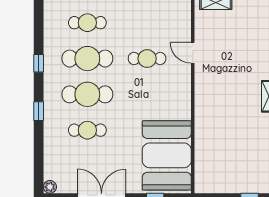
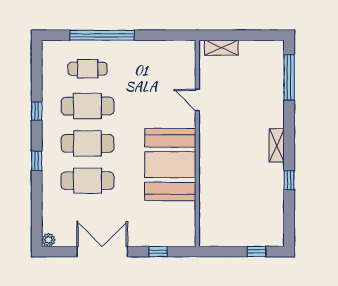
cafe table: (147, 59) -> (150, 106), removed
cafe table: (87, 130) -> (88, 181), width x1.37, depth x1.35
booth: (167, 155) -> (170, 165), moved

